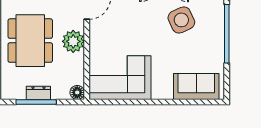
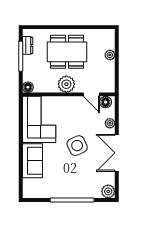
side table: (181, 20) -> (77, 146), moved
sofa: (196, 86) -> (32, 161), moved
dresser: (38, 93) -> (28, 45), moved

